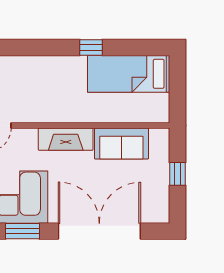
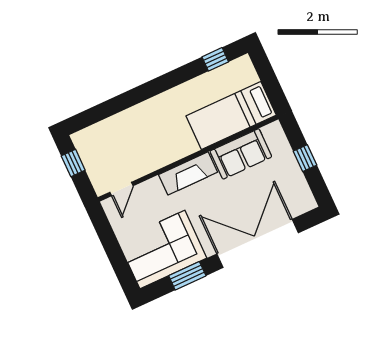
window: (91, 47) -> (215, 59), moved
bed: (129, 74) -> (231, 115), moved

